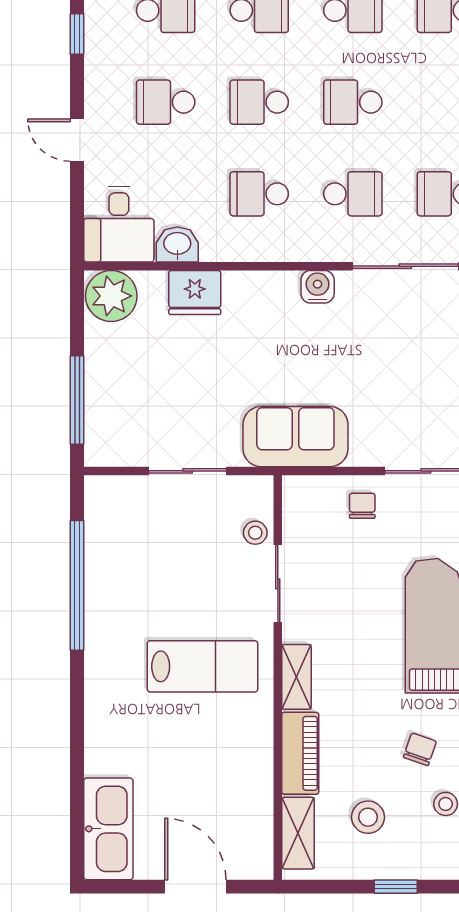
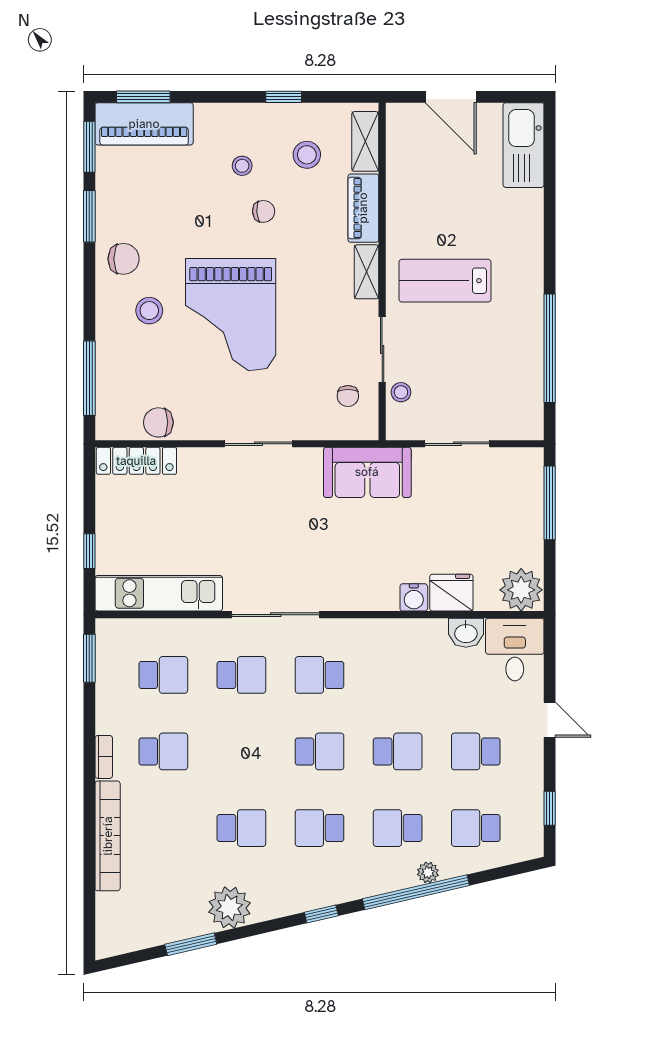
school desk: (166, 102) -> (476, 751), turned 180
school desk: (259, 194) -> (398, 675), removed
water cooler: (318, 287) -> (414, 597), moved
chair: (362, 506) -> (348, 396), moved
chair: (420, 749) -> (264, 211), turned -112

